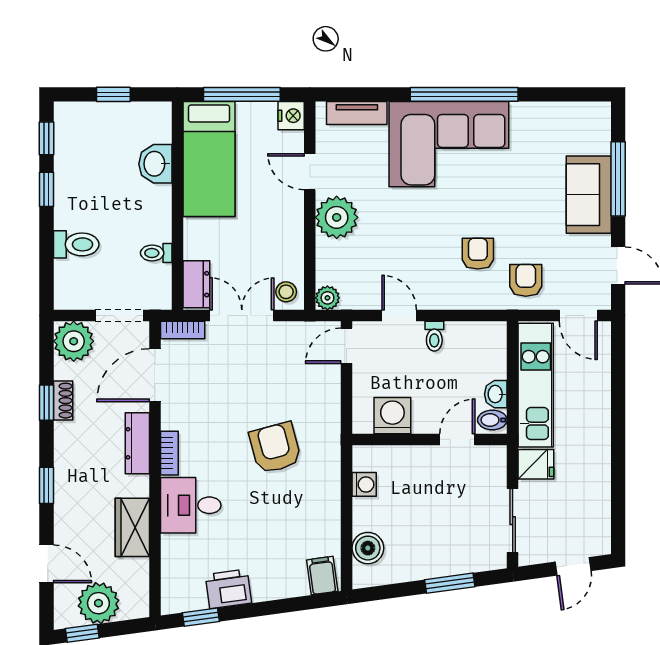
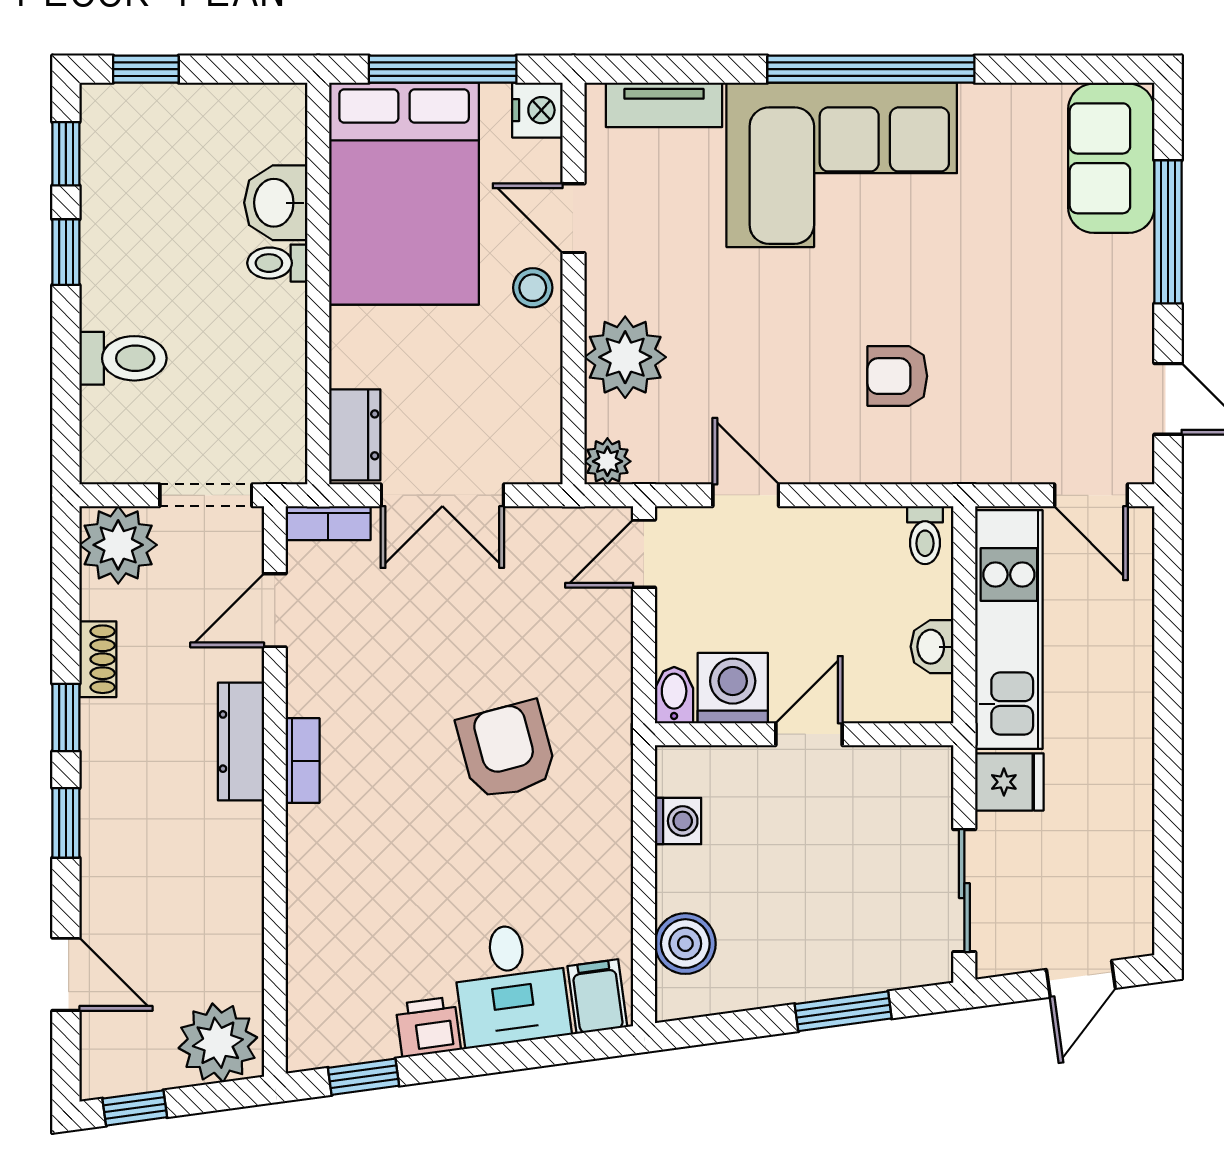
window: (113, 94) -> (146, 69), moved
bed: (209, 159) -> (404, 194), width x1.50
sofa: (589, 195) -> (1111, 158), moved
plant: (337, 217) -> (625, 357), moved
toilet: (156, 253) -> (277, 263), moved
armchair: (478, 254) -> (897, 376), turned -90
armchair: (526, 280) -> (990, 427), removed
stool: (286, 292) -> (533, 288), moved
double door: (242, 316) -> (442, 495), swing flipped
toilet: (434, 336) -> (925, 535), moved
door: (155, 375) -> (275, 610), width x0.73
window: (47, 403) -> (66, 718), moved
bidet: (492, 420) -> (674, 695), moved, turned 90
door: (457, 439) -> (809, 734), moved
desk: (191, 505) -> (511, 984), moved, turned -98
wardrobe: (132, 527) -> (231, 904), removed
printer: (228, 589) -> (428, 1027), width x0.73, depth x0.81
plant: (98, 603) -> (218, 1043), moved

